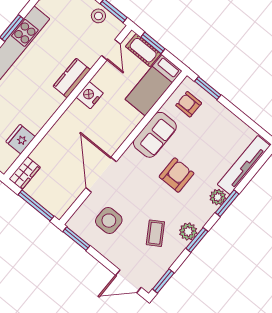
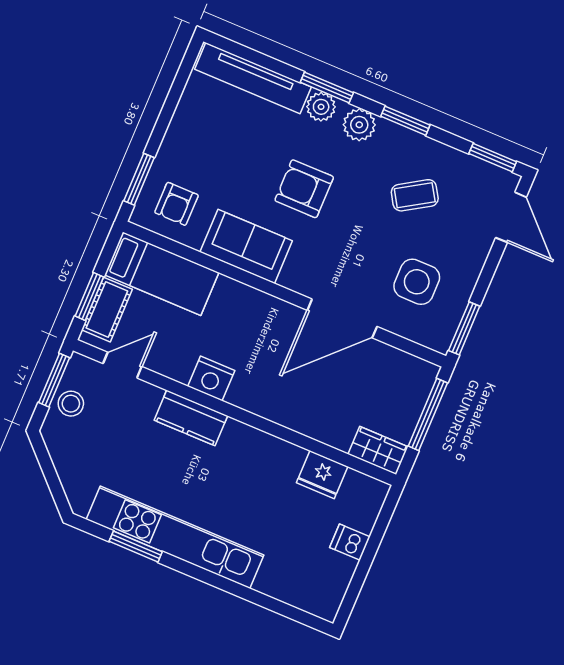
plant: (188, 232) -> (359, 125), moved

